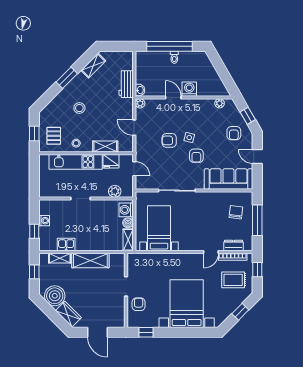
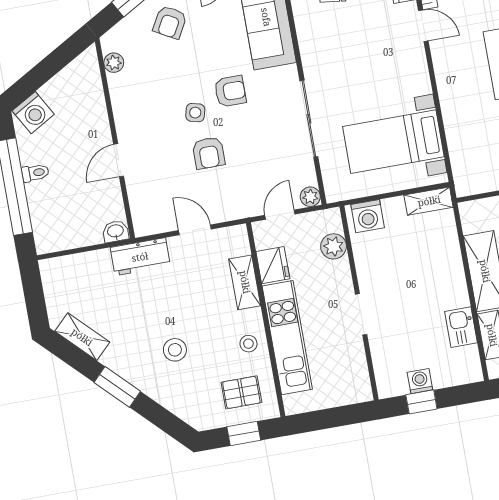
workbench: (126, 84) -> (140, 257), moved
washing machine: (189, 89) -> (33, 113), moved, turned -120
plant: (140, 103) -> (310, 197), moved
door: (134, 128) -> (195, 230), swing flipped
armchair: (234, 133) -> (170, 22), turned 119
boiler: (128, 223) -> (393, 208), removed
window: (34, 231) -> (421, 402), moved

